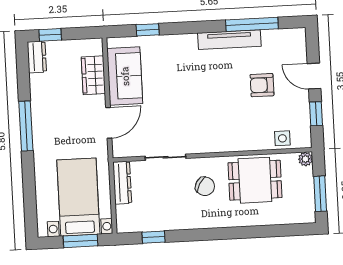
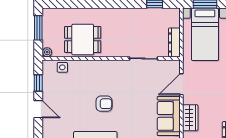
armchair: (262, 85) -> (104, 104), moved
chair: (205, 186) -> (117, 37), removed

